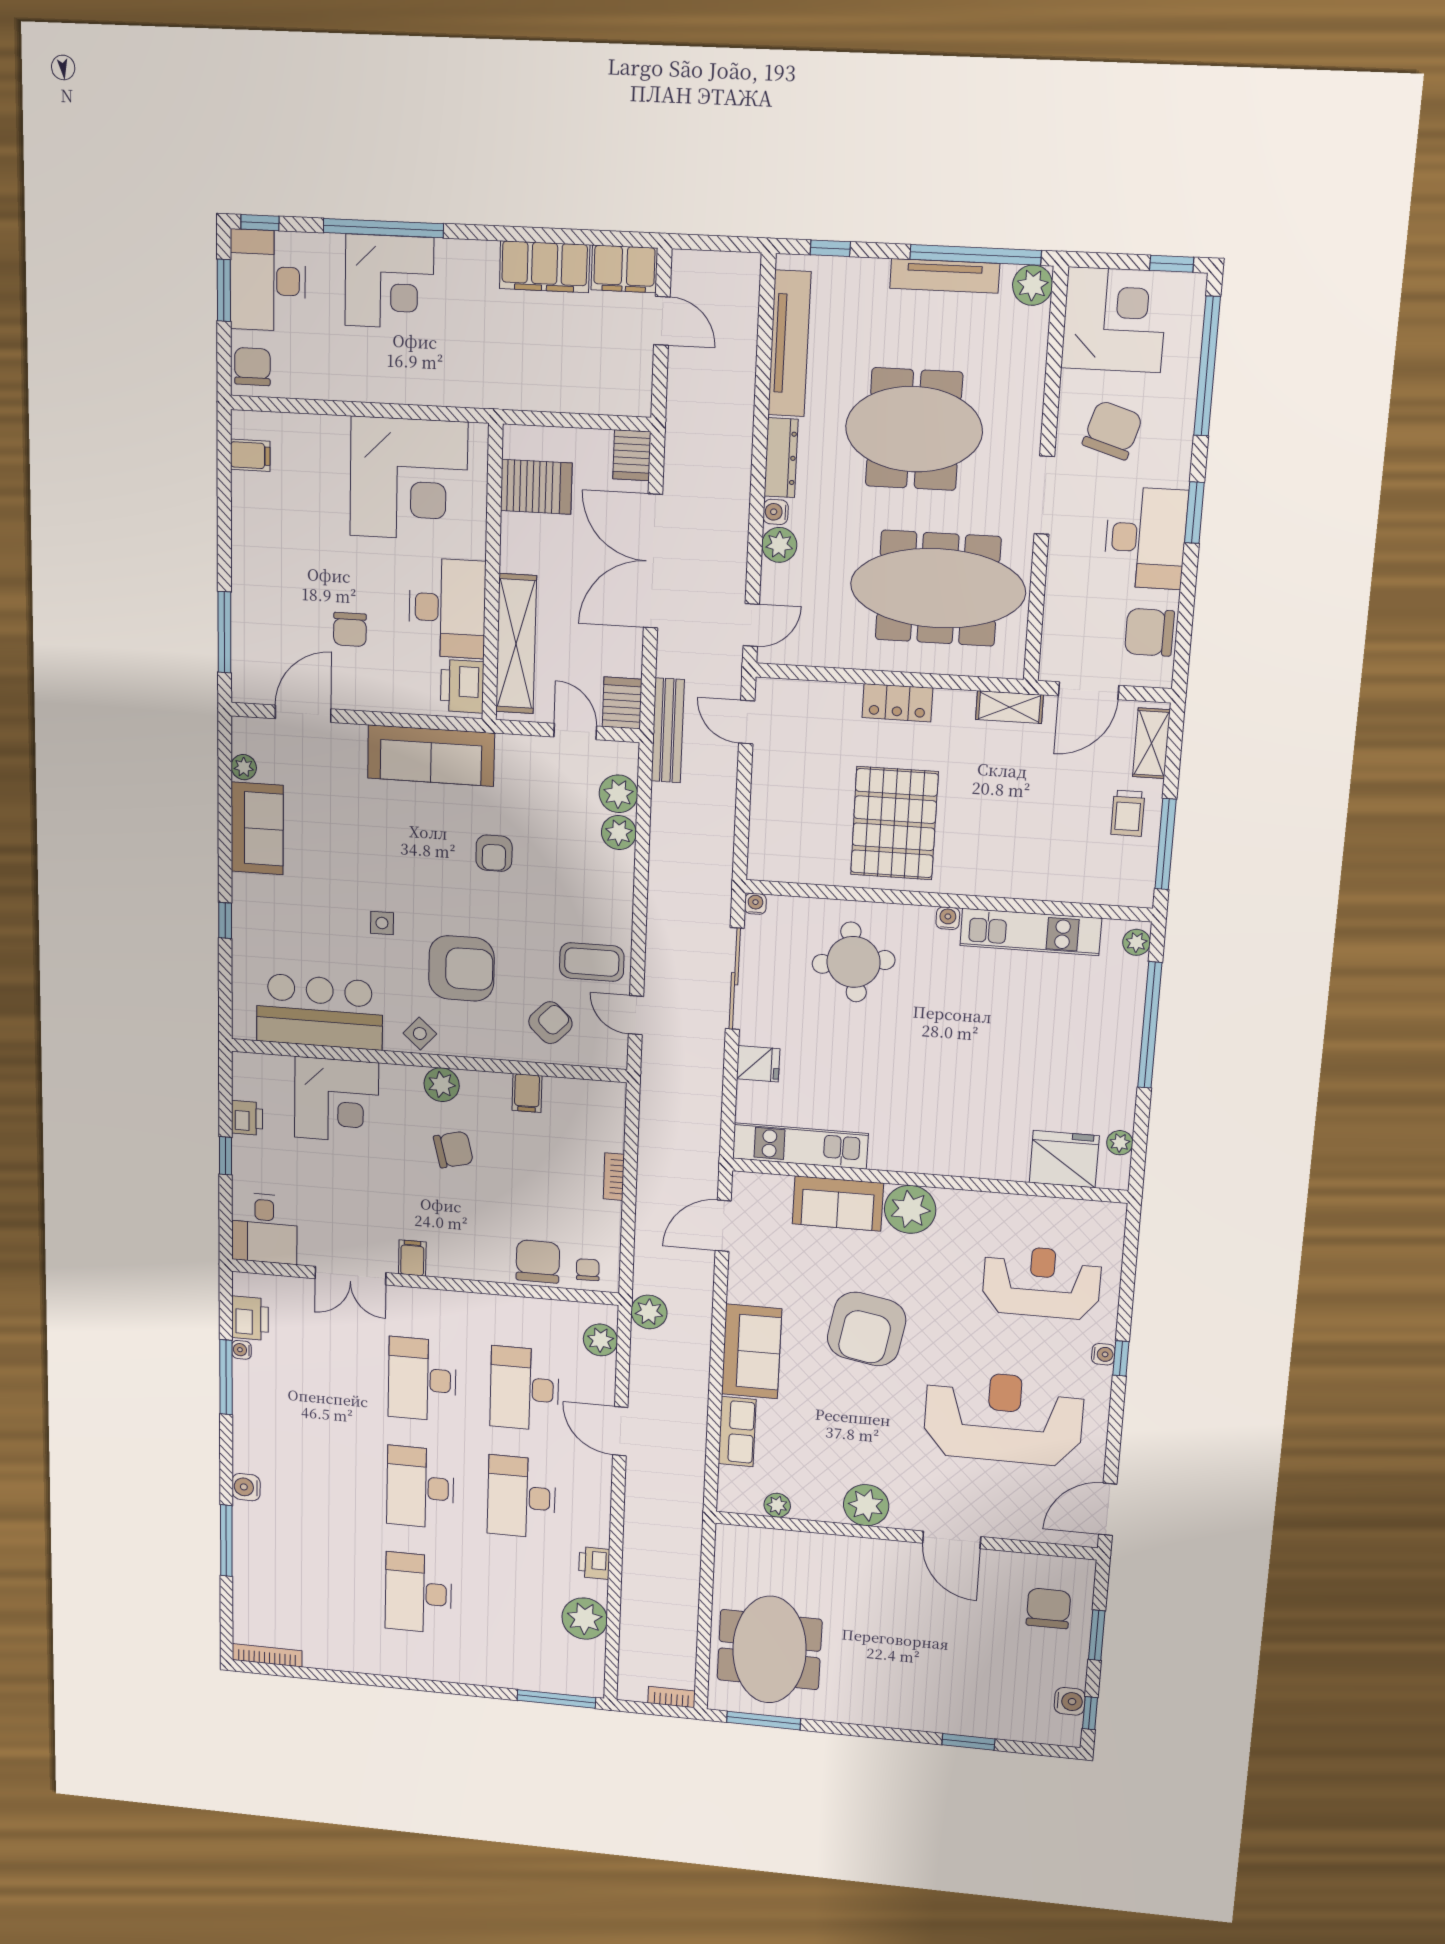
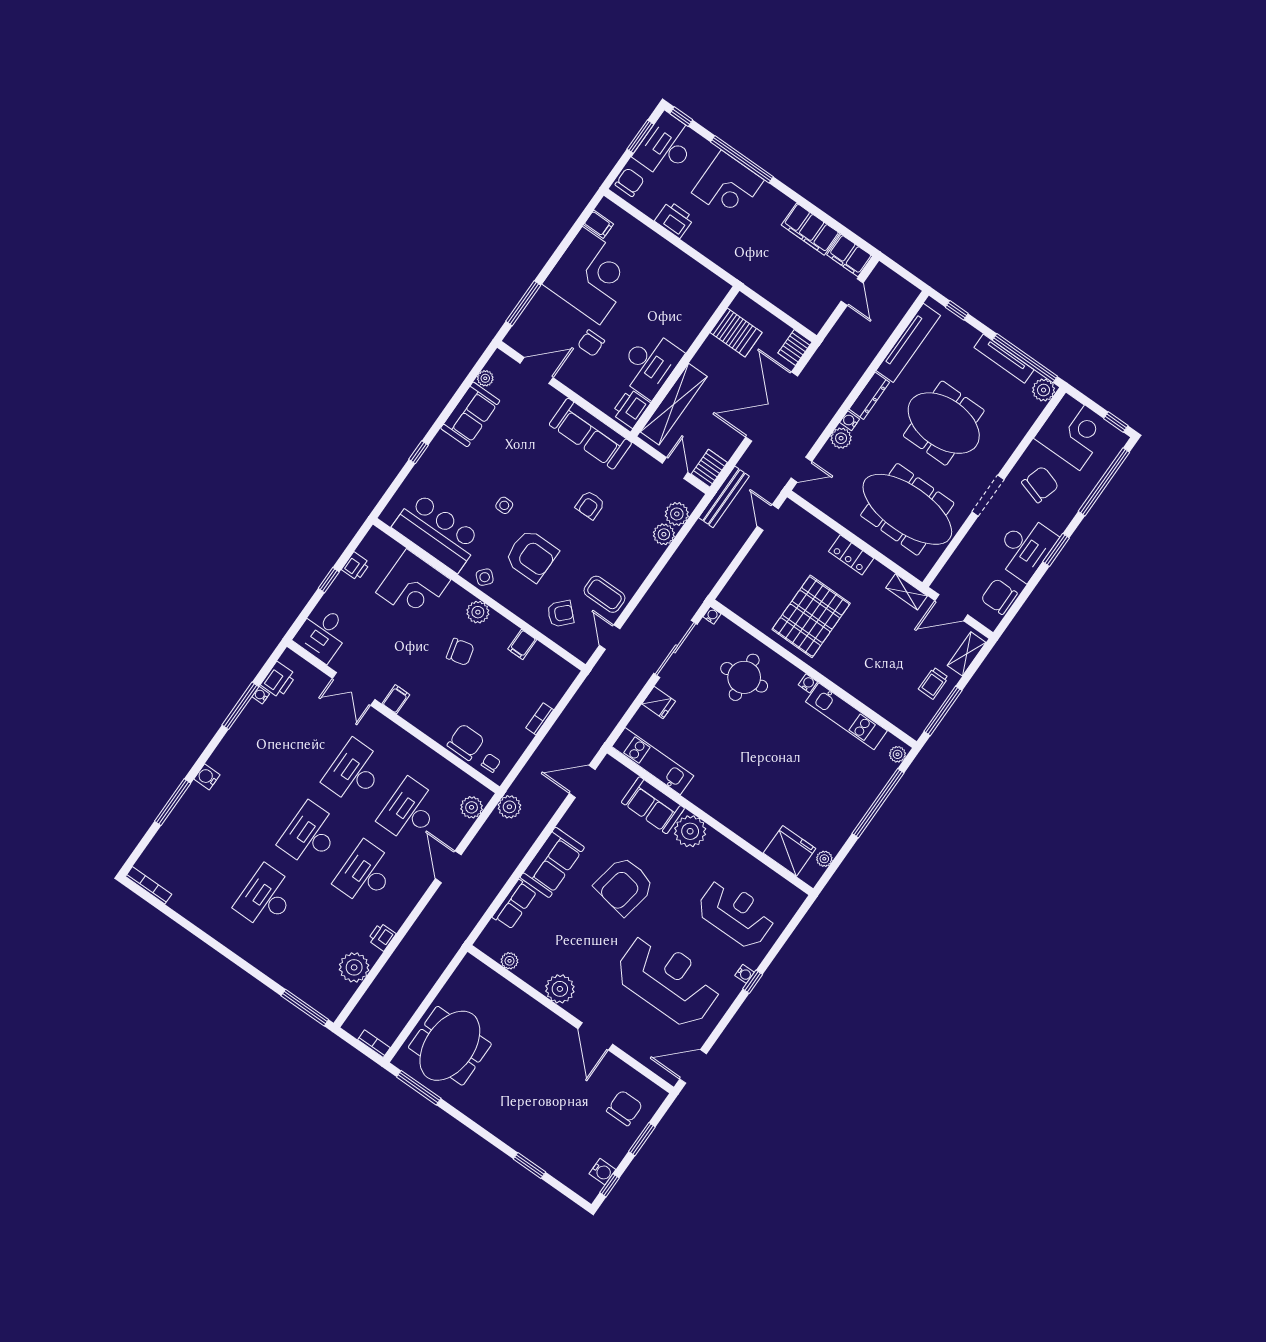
printer: (347, 380) -> (674, 220), added
corner desk: (409, 479) -> (591, 276), moved, turned -90

